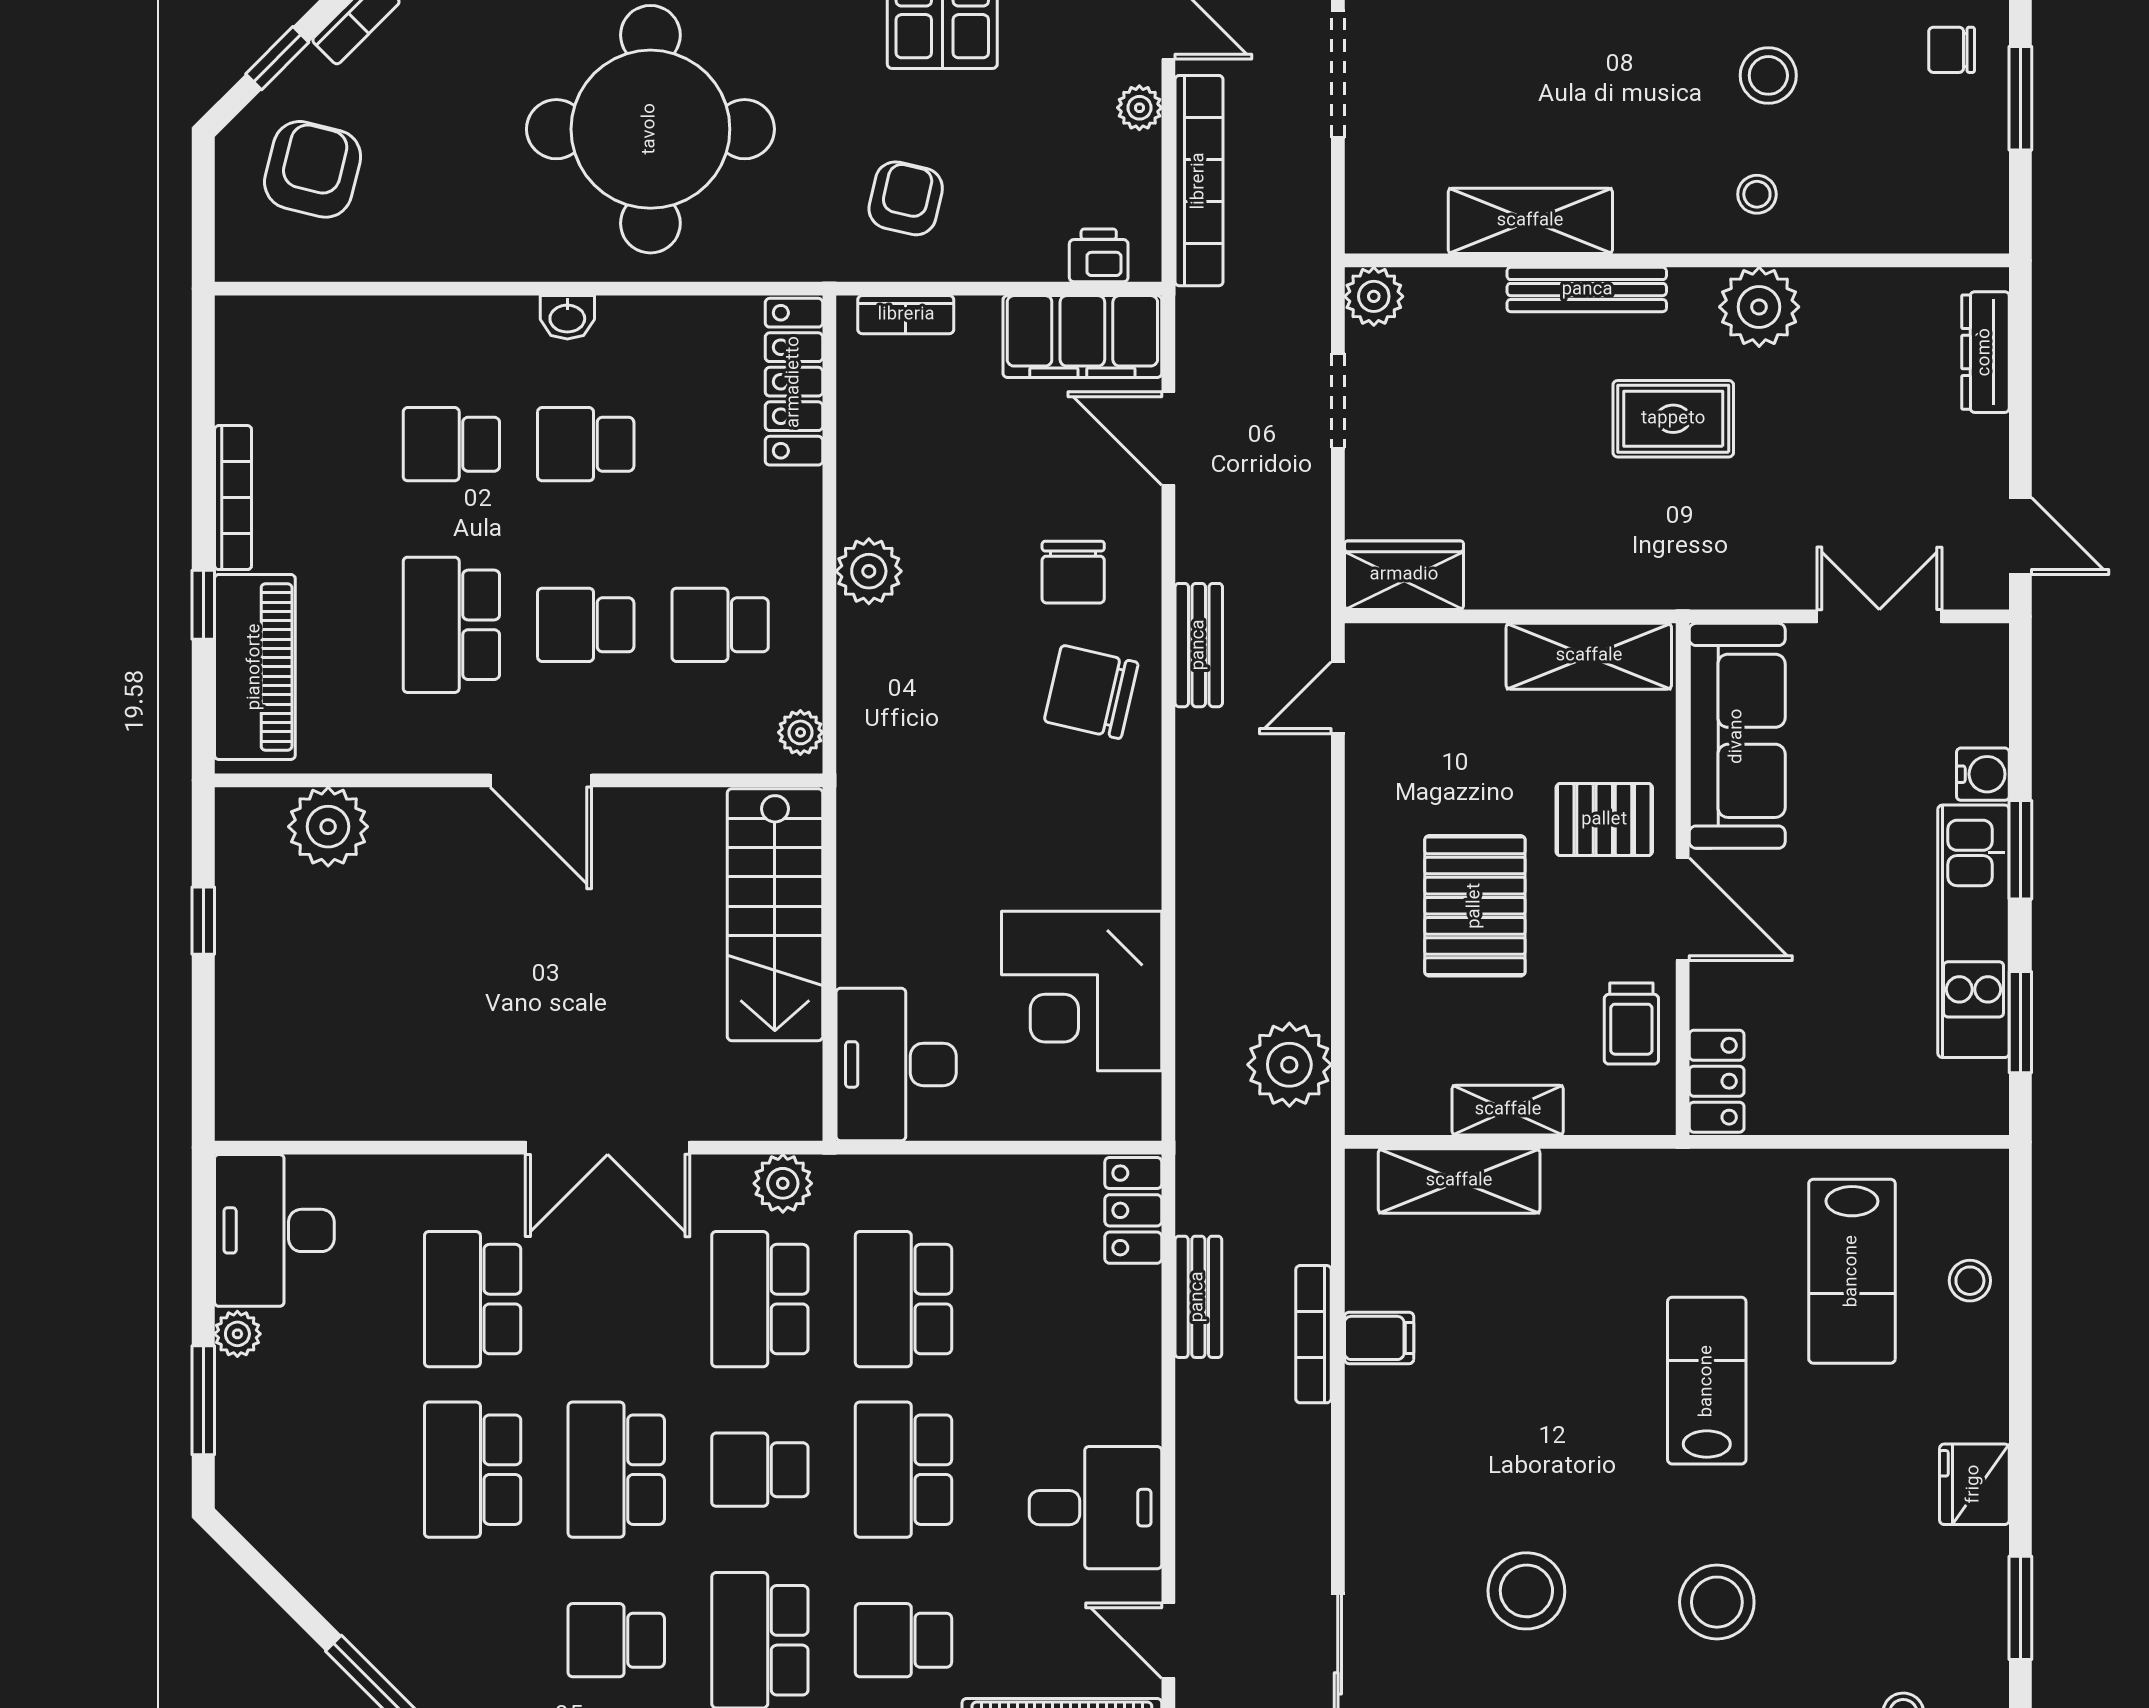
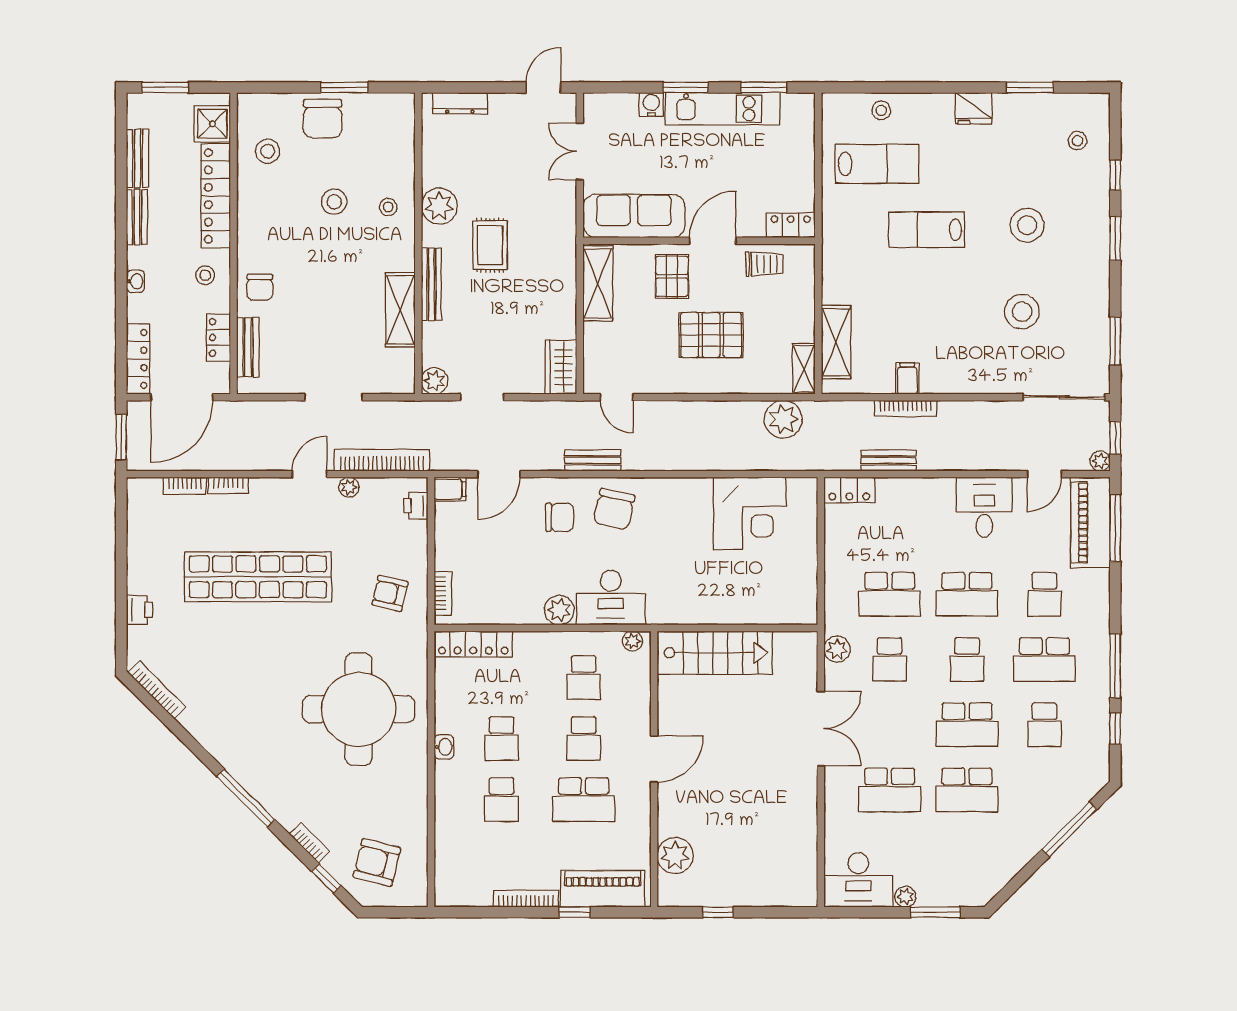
chair: (1952, 50) -> (323, 119), width x1.87, depth x1.87
filing cabinet: (1082, 337) -> (450, 489), width x0.33, depth x0.86
desk: (896, 1064) -> (611, 598), moved
shelving: (1508, 1110) -> (804, 369), moved
school desk: (760, 1299) -> (890, 660), width x0.54

